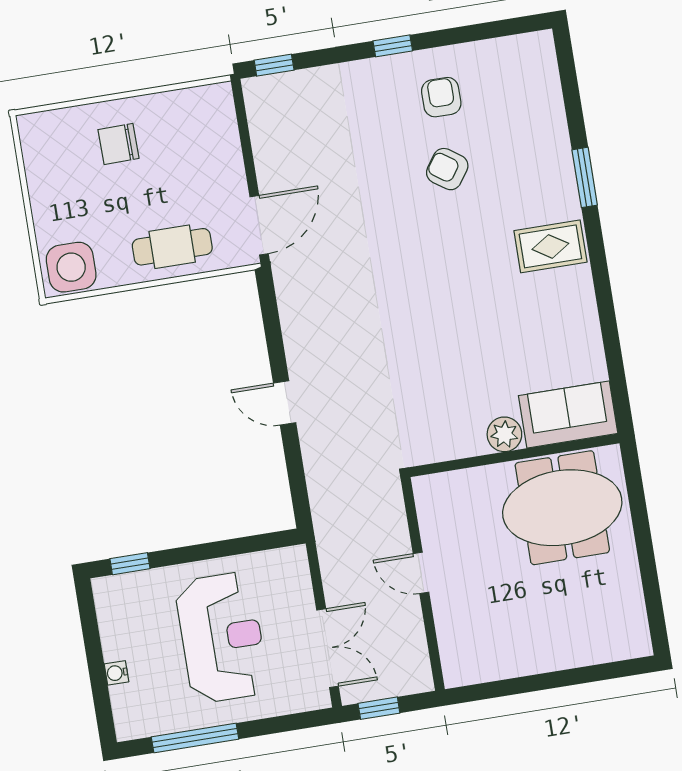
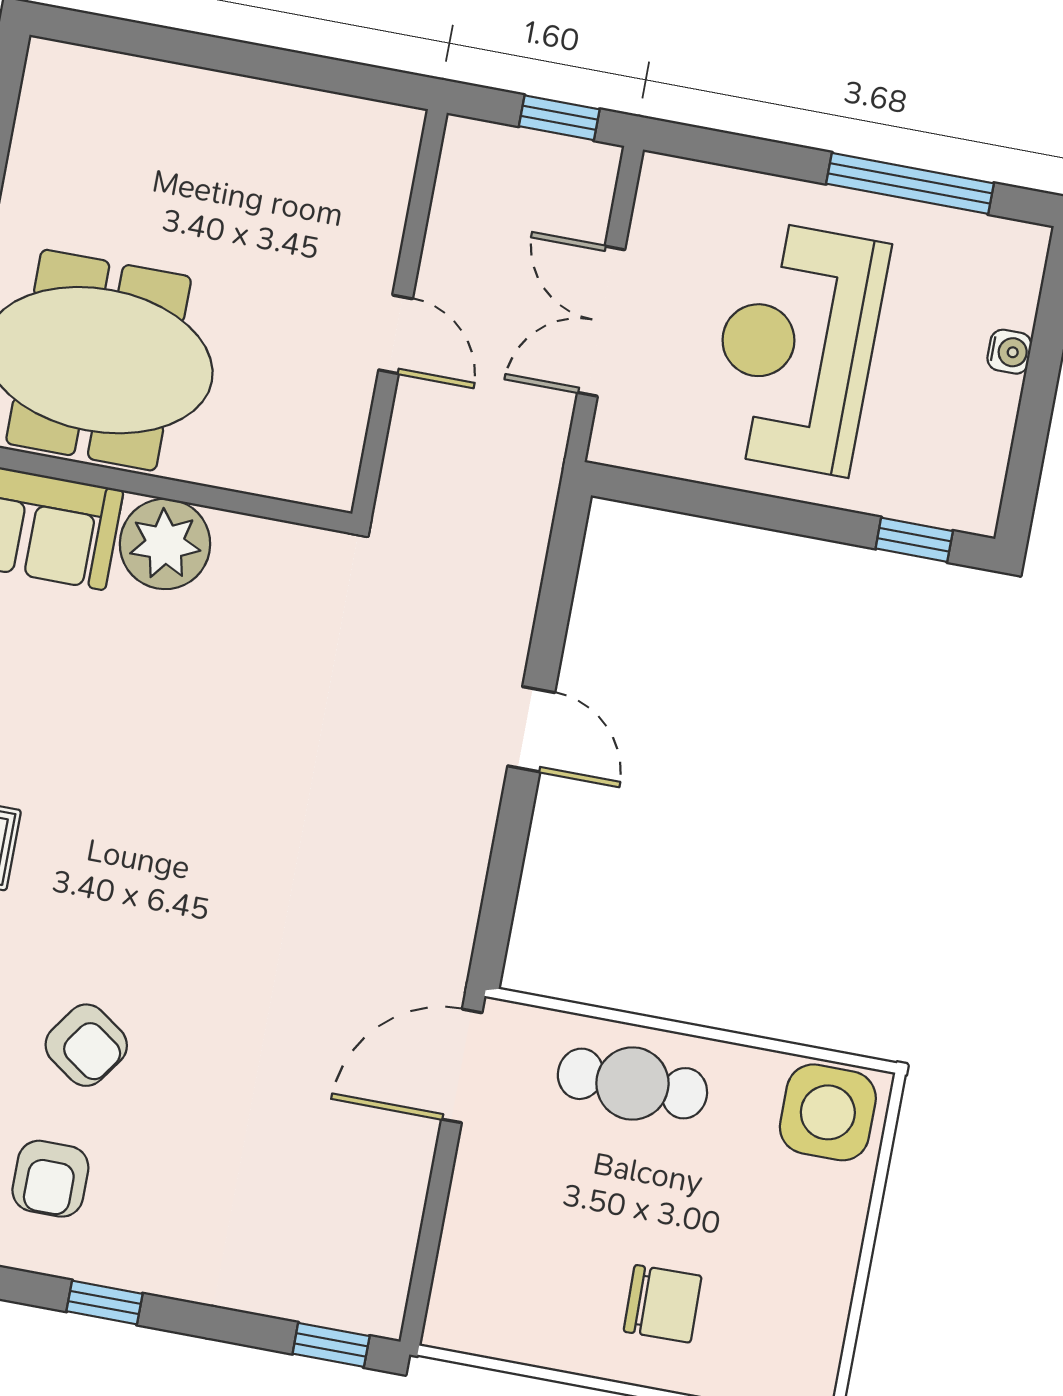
plant: (504, 434) -> (165, 544), width x1.36, depth x1.36
double door: (328, 648) -> (601, 321), moved

